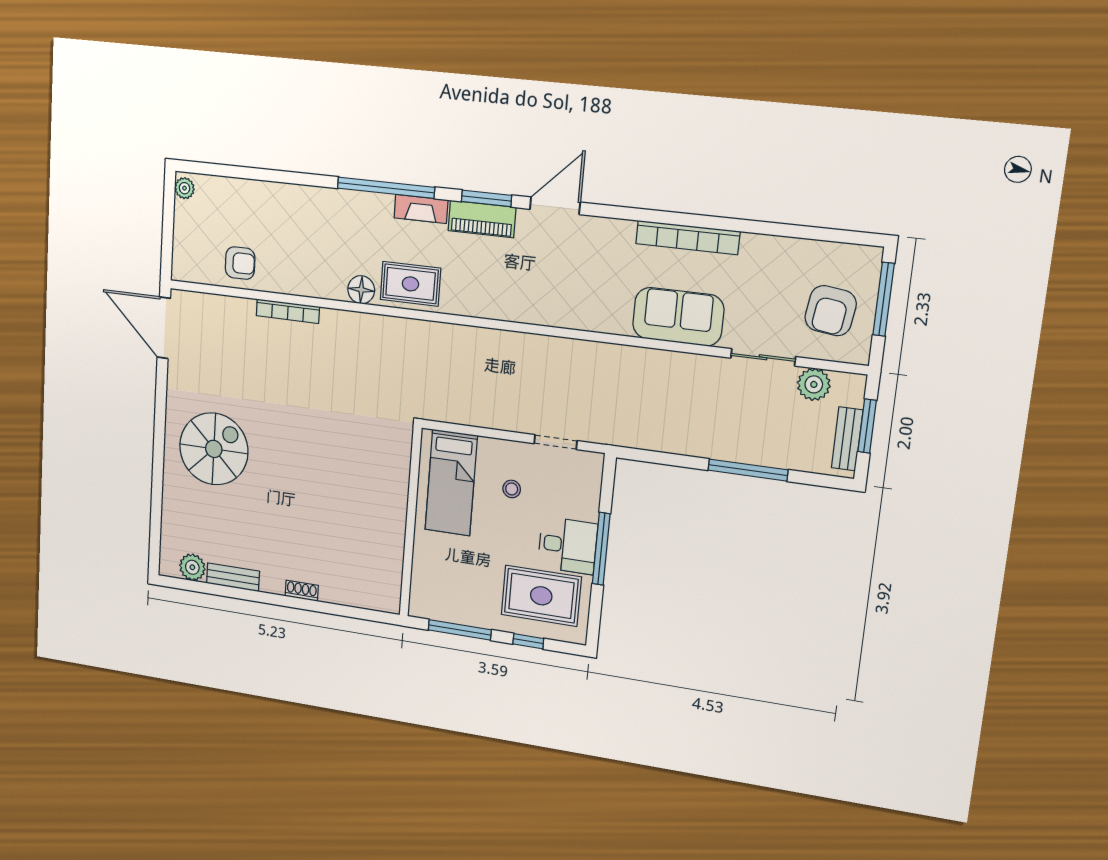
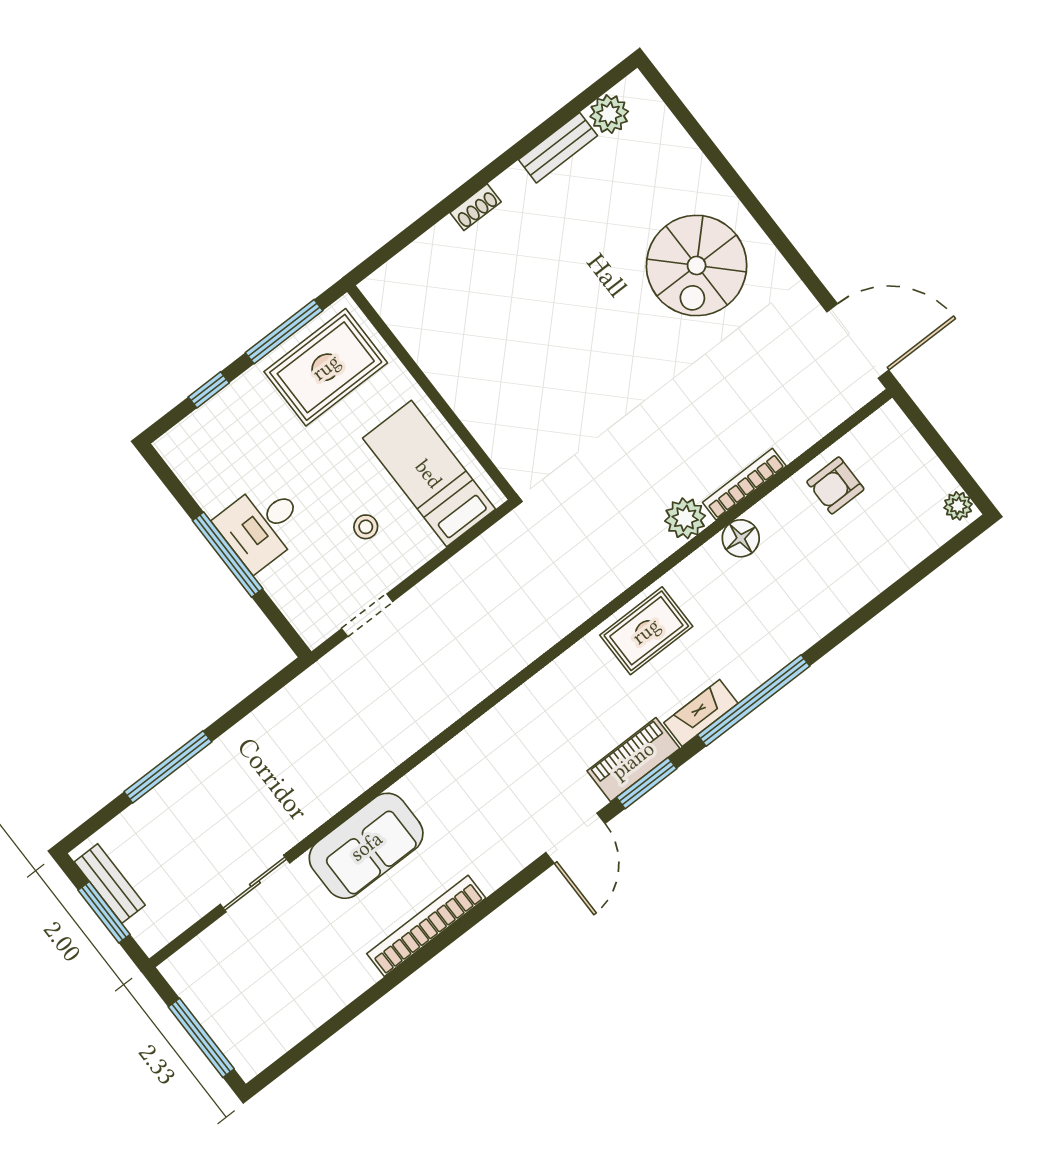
floor lamp: (361, 290) -> (741, 538), moved
armchair: (831, 311) -> (237, 983), removed
plant: (814, 384) -> (685, 518), moved
rug: (541, 596) -> (326, 367), moved

